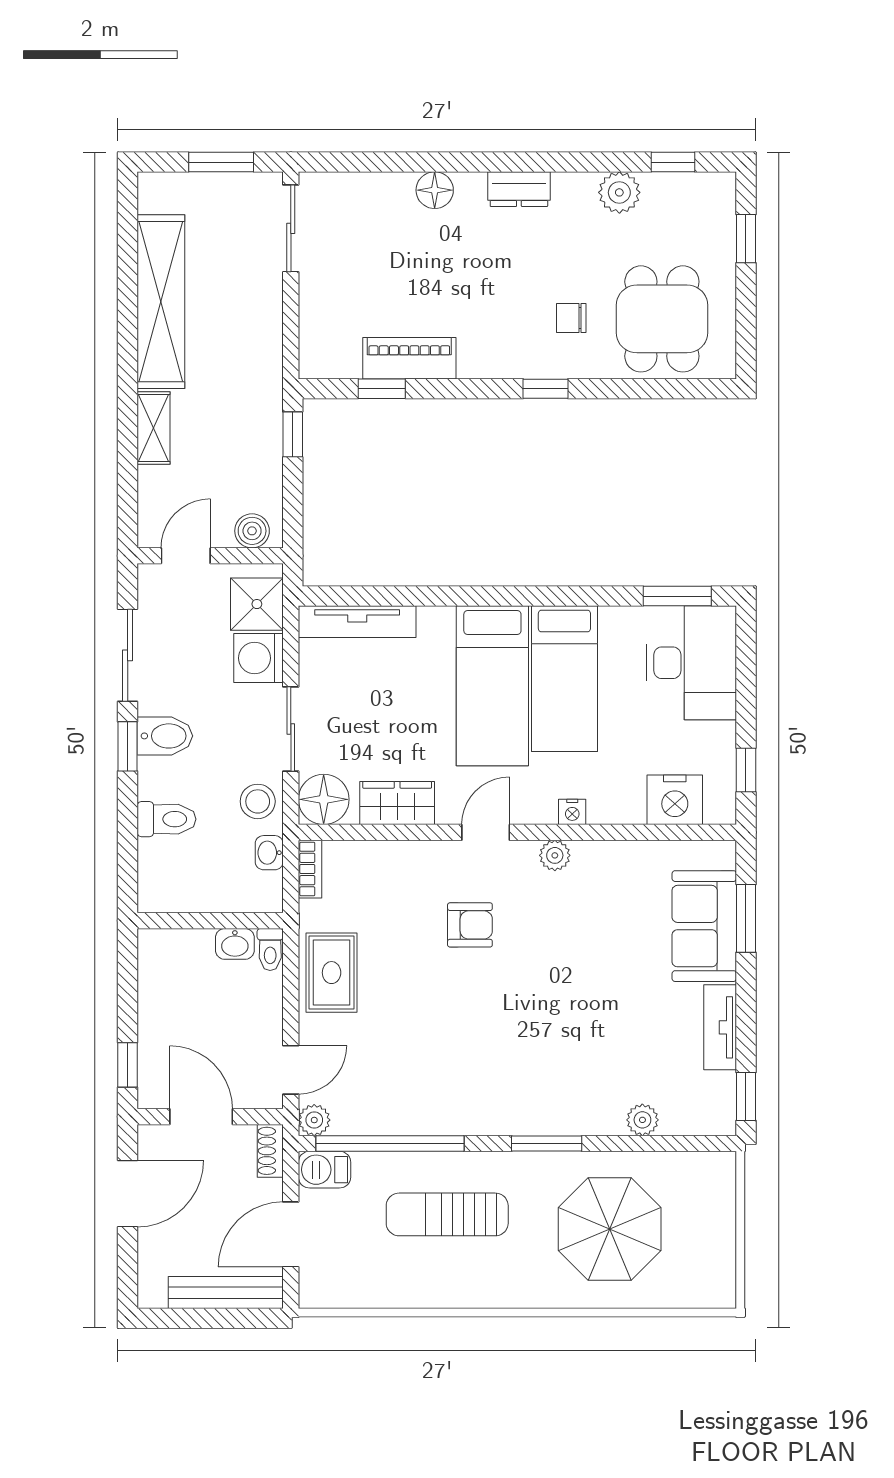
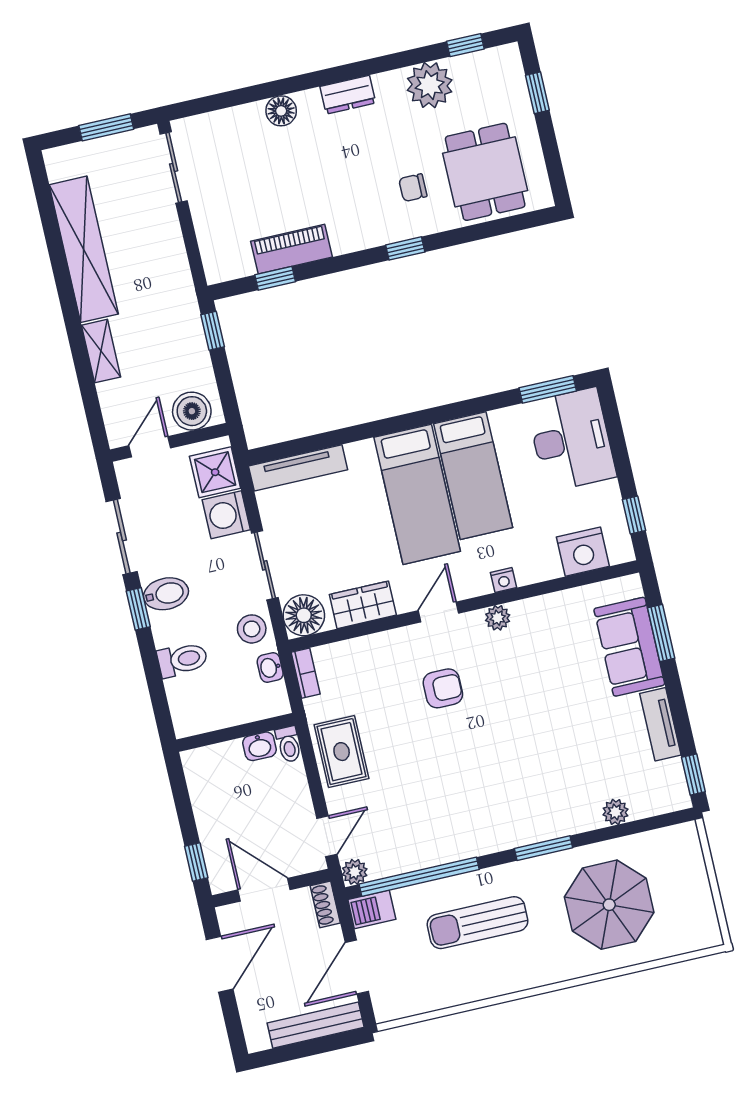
plant: (619, 192) -> (430, 85), width x1.36, depth x1.36
boiler: (252, 531) -> (192, 411), width x1.36, depth x1.36

